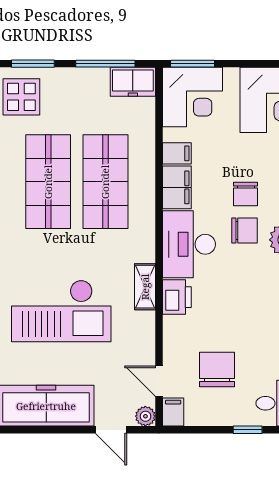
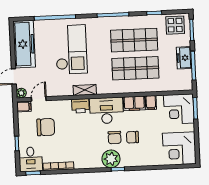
freezer: (133, 82) -> (184, 58), moved
checkout: (61, 311) -> (71, 49), turned 180

